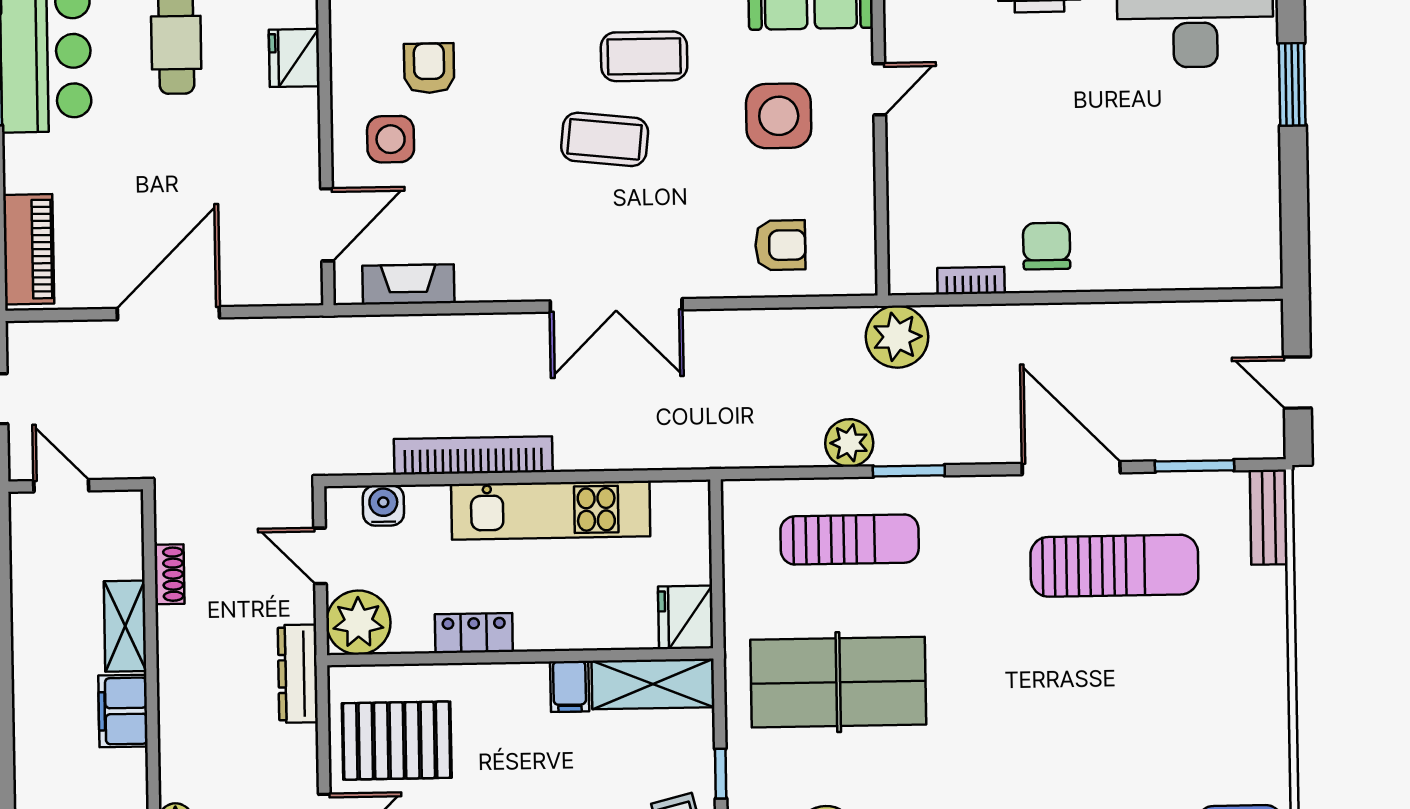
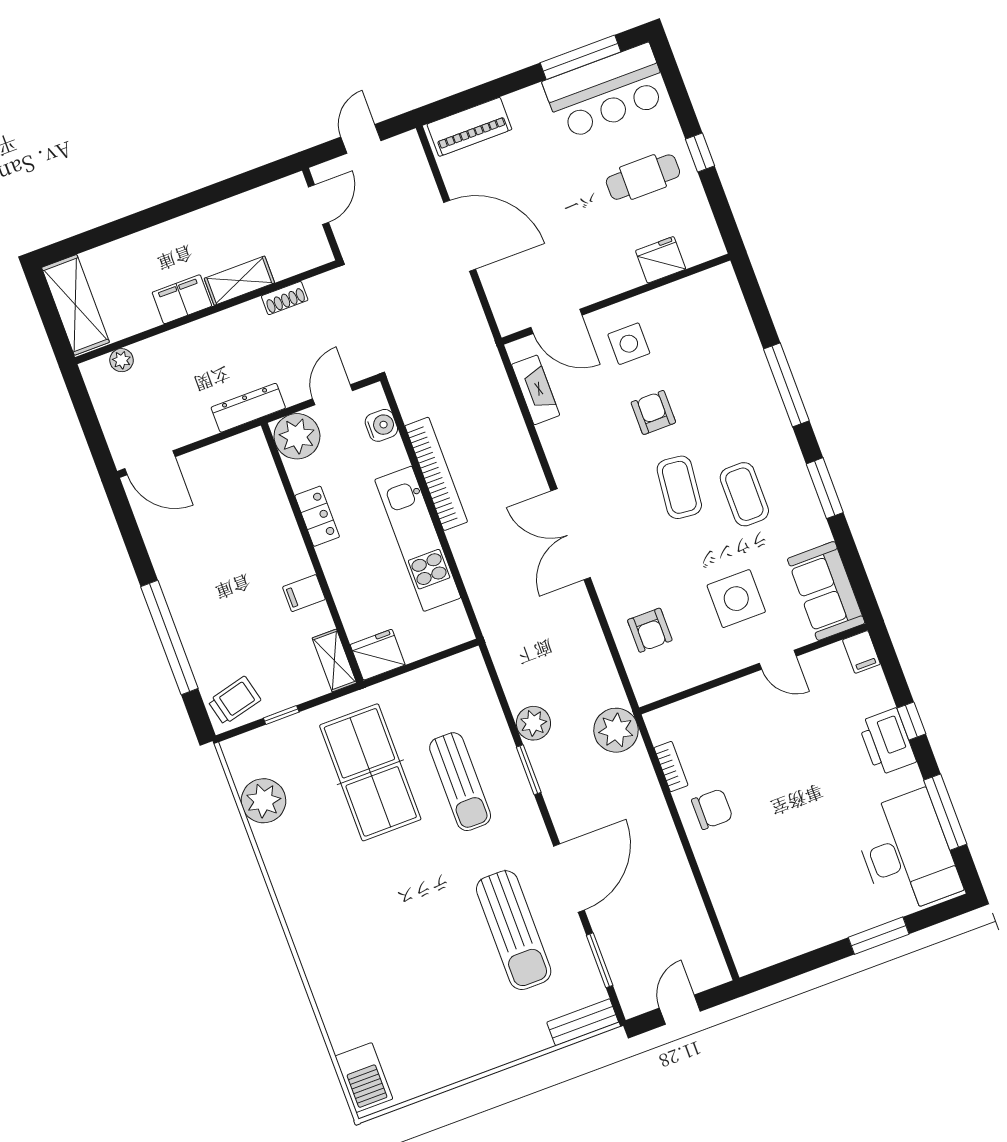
armchair: (429, 68) -> (653, 412), moved, turned -90
sun lounger: (850, 539) -> (460, 782), moved
shelving: (653, 684) -> (334, 660), width x0.67, depth x0.75
pallet: (397, 741) -> (227, 490), removed

